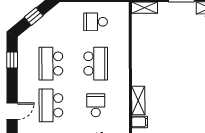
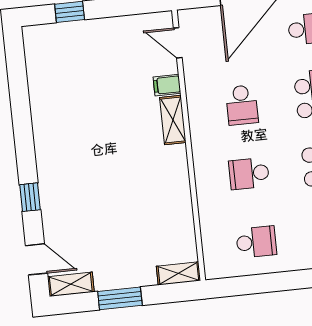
school desk: (96, 64) -> (249, 173), width x0.54

